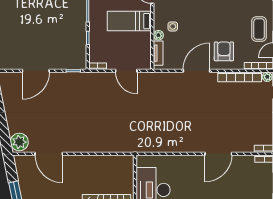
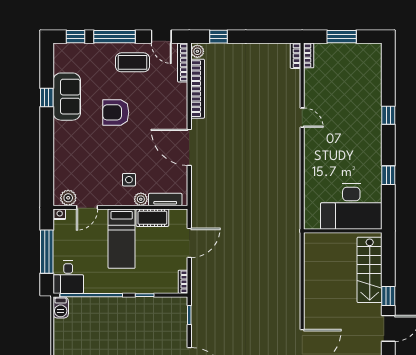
cot: (145, 44) -> (152, 218), added
armchair: (224, 51) -> (116, 112), moved
door: (218, 154) -> (302, 118), width x0.53

